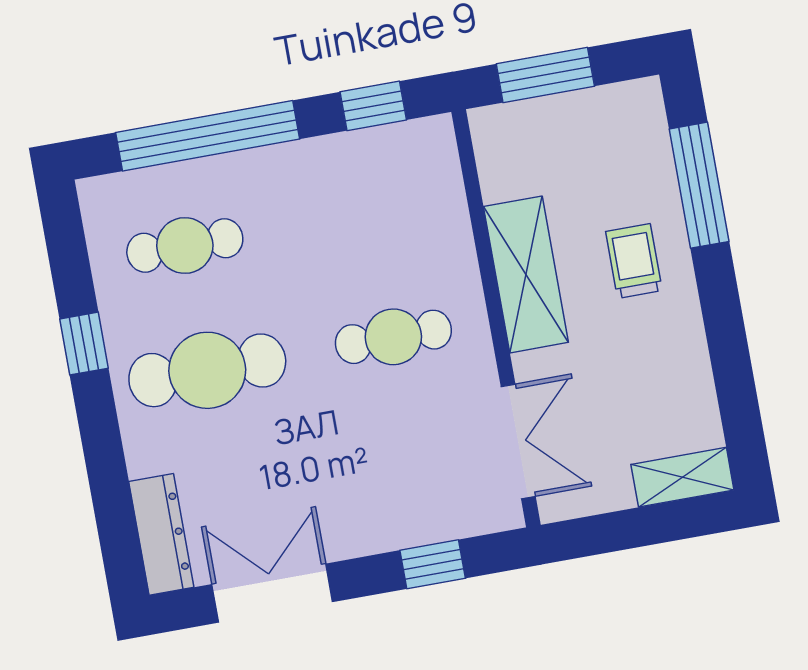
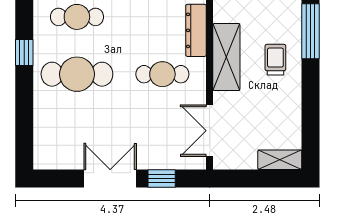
double door: (518, 441) -> (210, 131), swing flipped
dresser: (161, 534) -> (196, 30), moved, turned 180
double door: (272, 593) -> (110, 178), moved

